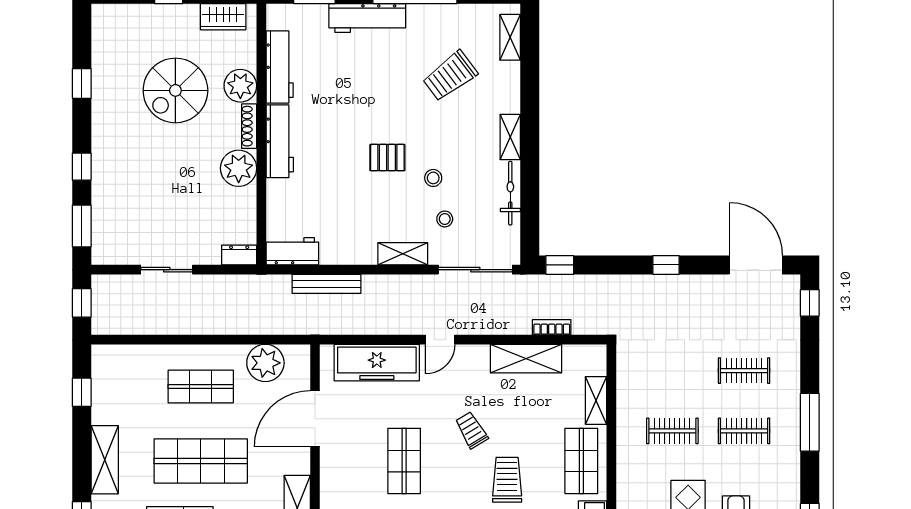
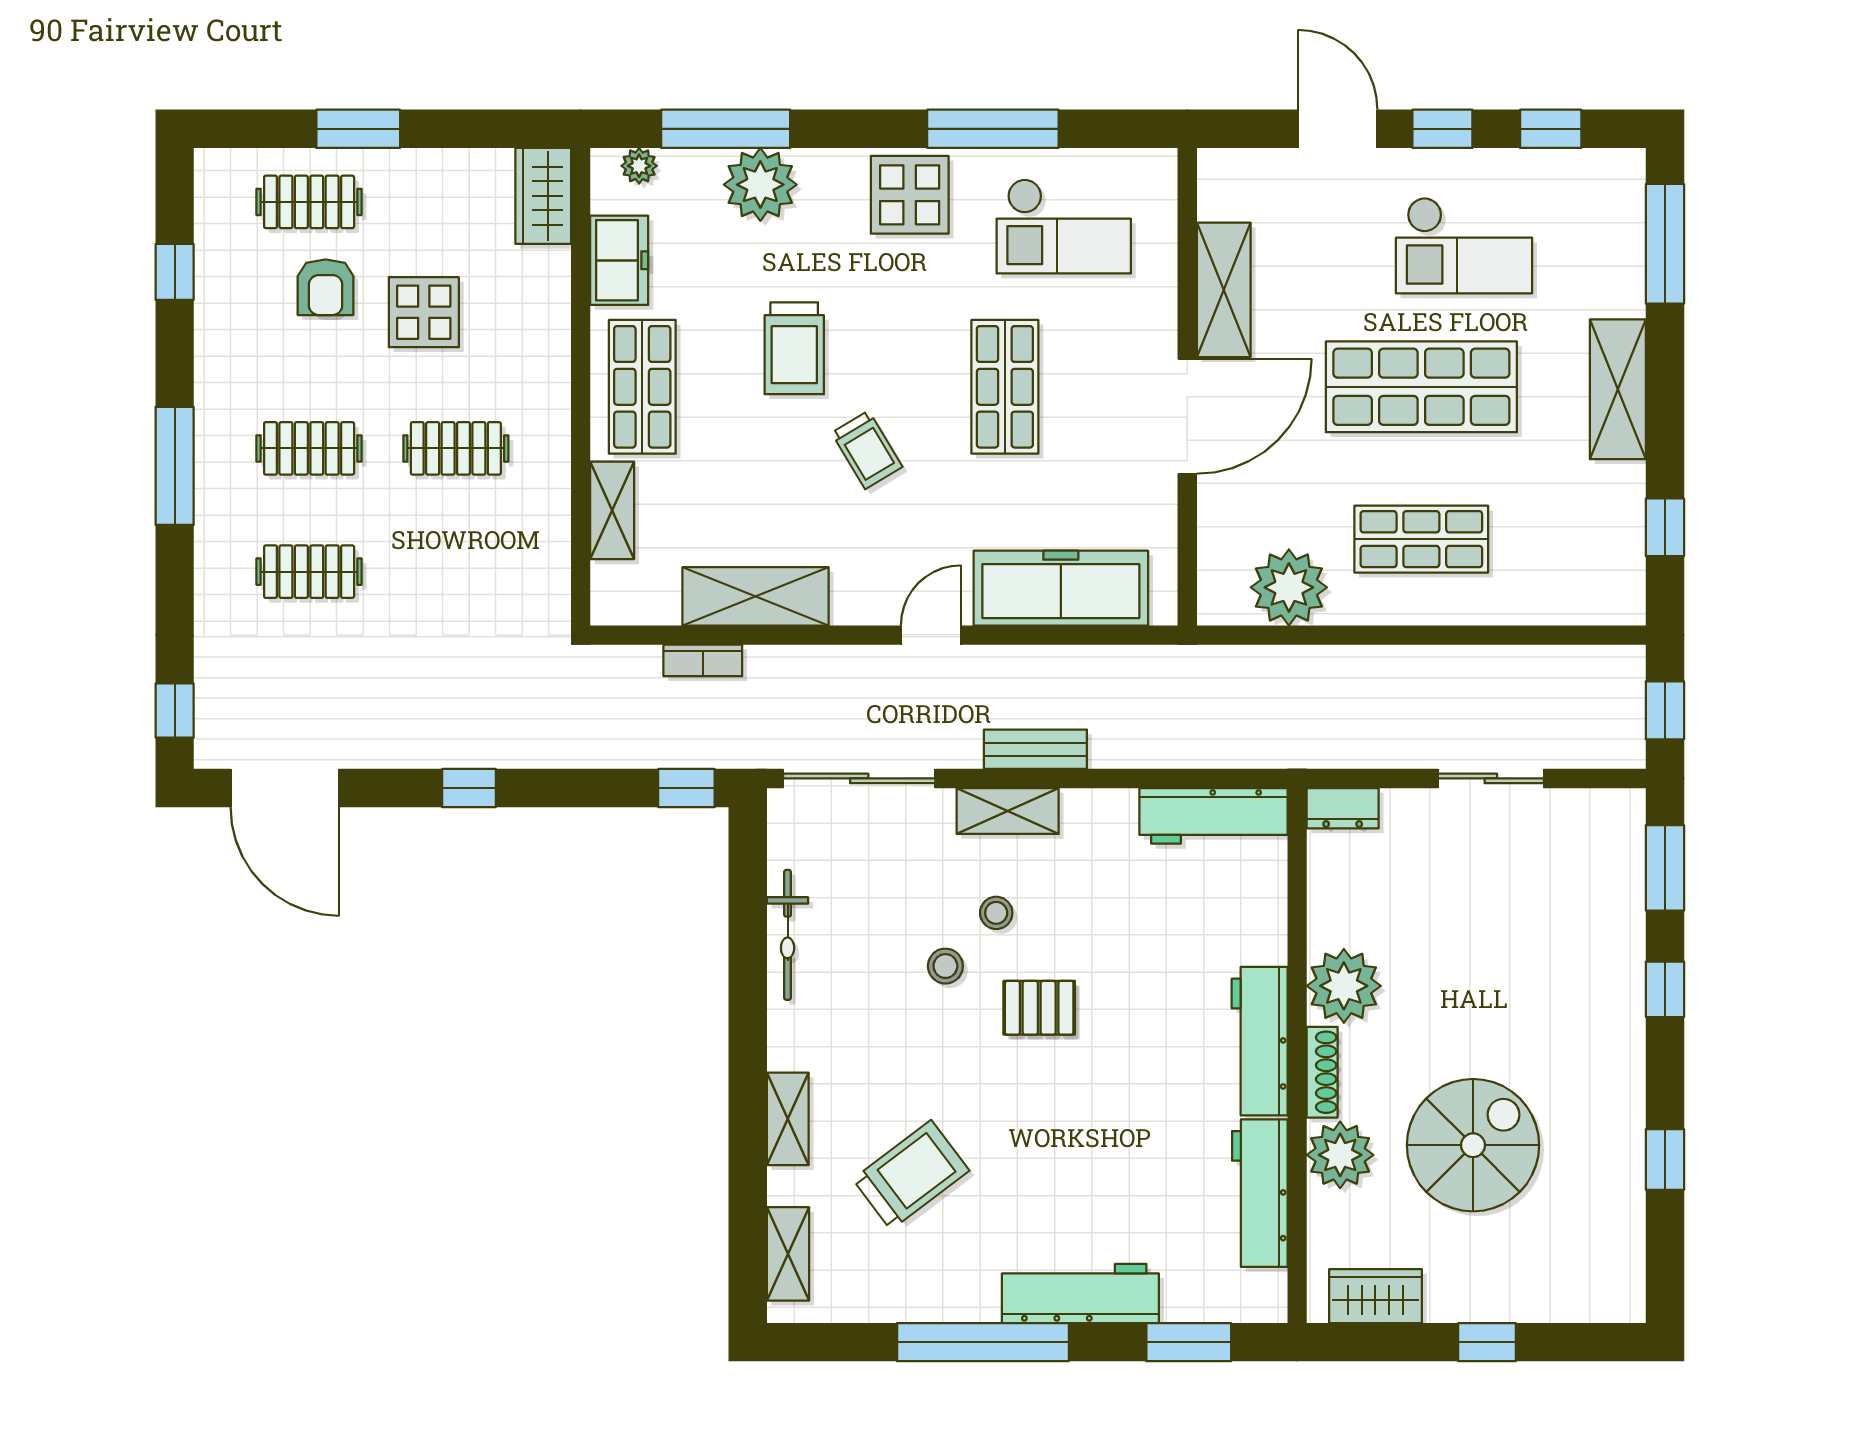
shelving: (510, 137) -> (788, 1119), moved
stool: (445, 219) -> (996, 913), moved
workbench: (292, 251) -> (1213, 816), width x1.38
bench: (326, 284) -> (1035, 749), moved, width x0.73
door: (315, 419) -> (1187, 416), moved

